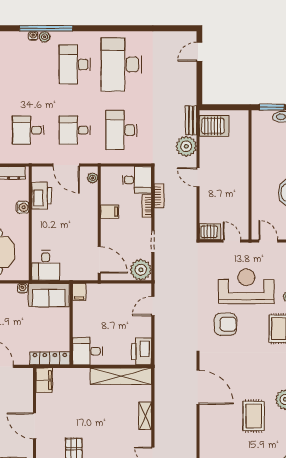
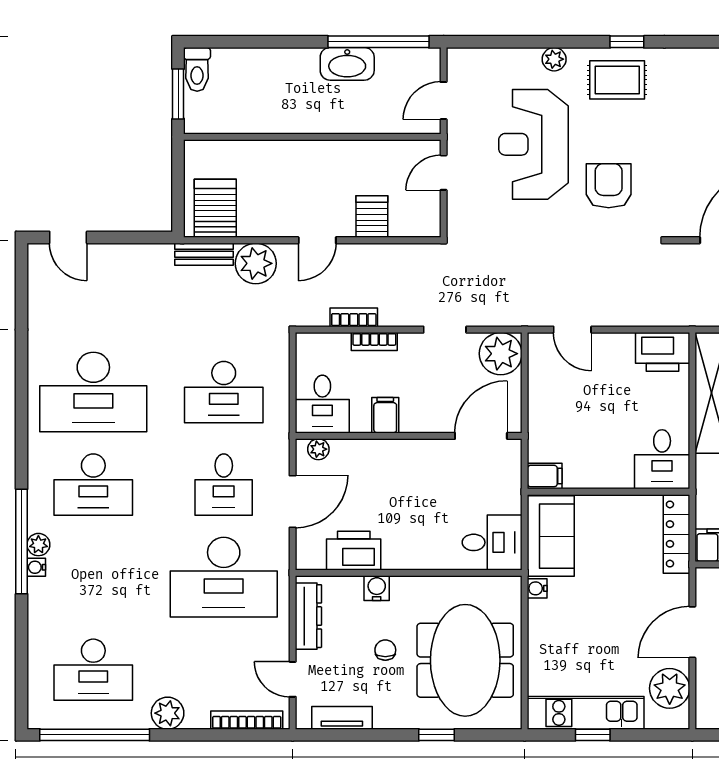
desk: (28, 130) -> (224, 577), width x1.87, depth x1.30
desk: (137, 180) -> (322, 404), moved, turned 180
server rack: (210, 232) -> (372, 217), moved

